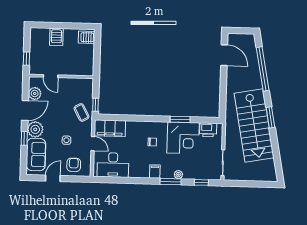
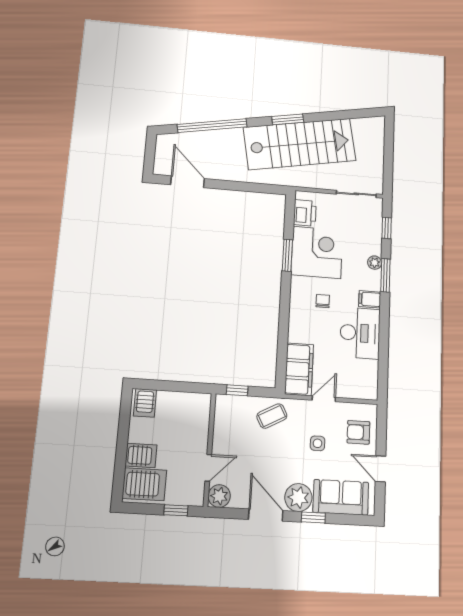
server rack: (40, 40) -> (144, 484), added
door: (224, 55) -> (188, 182), hinge flipped
plant: (35, 93) -> (219, 496), moved
window: (95, 105) -> (237, 390), moved
desk: (113, 165) -> (360, 333), moved

